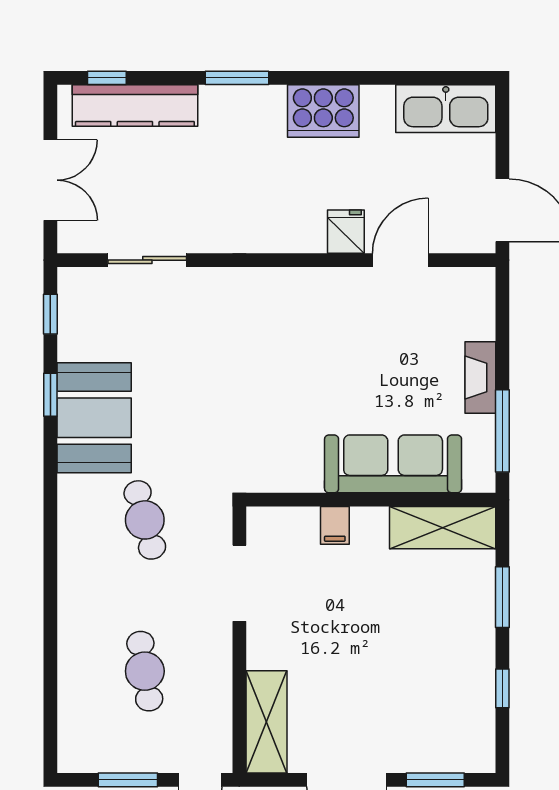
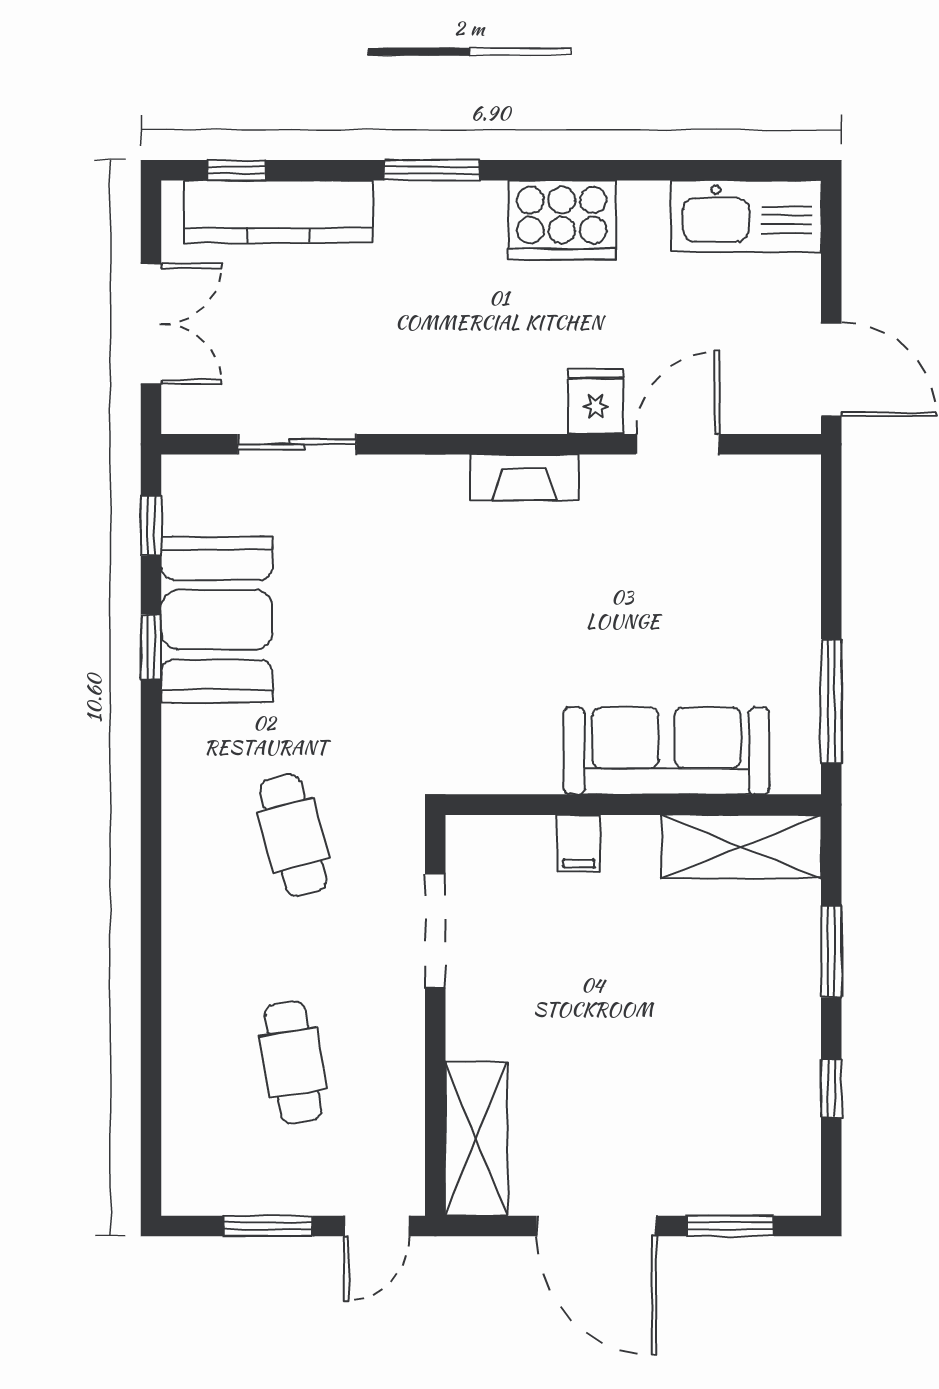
fireplace: (480, 377) -> (524, 477), moved, turned -90
booth: (94, 418) -> (217, 620), moved

